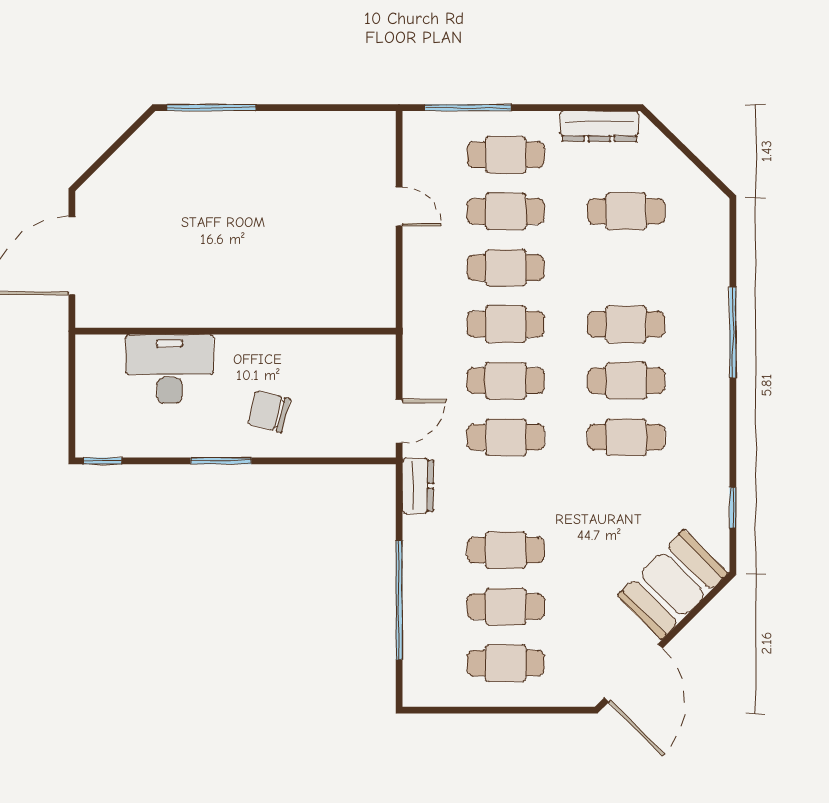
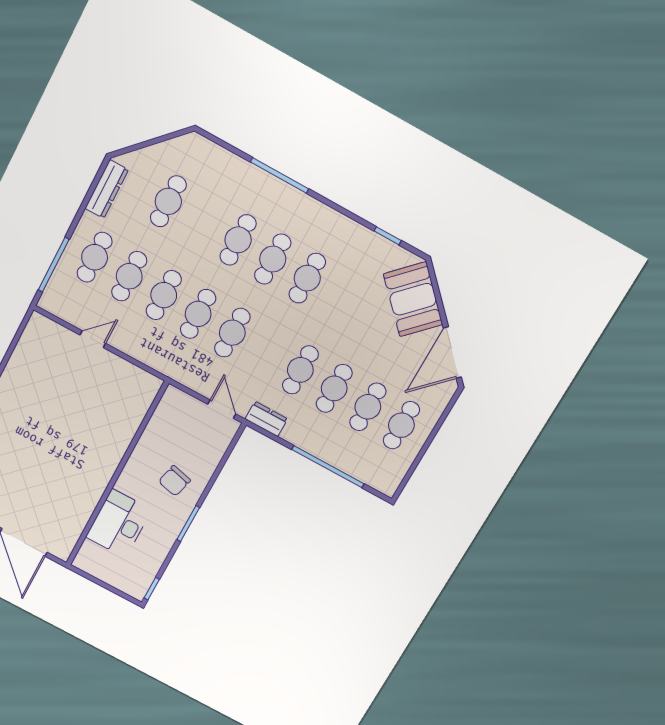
cafe table: (506, 437) -> (300, 370), moved
door: (633, 673) -> (452, 353), swing flipped

